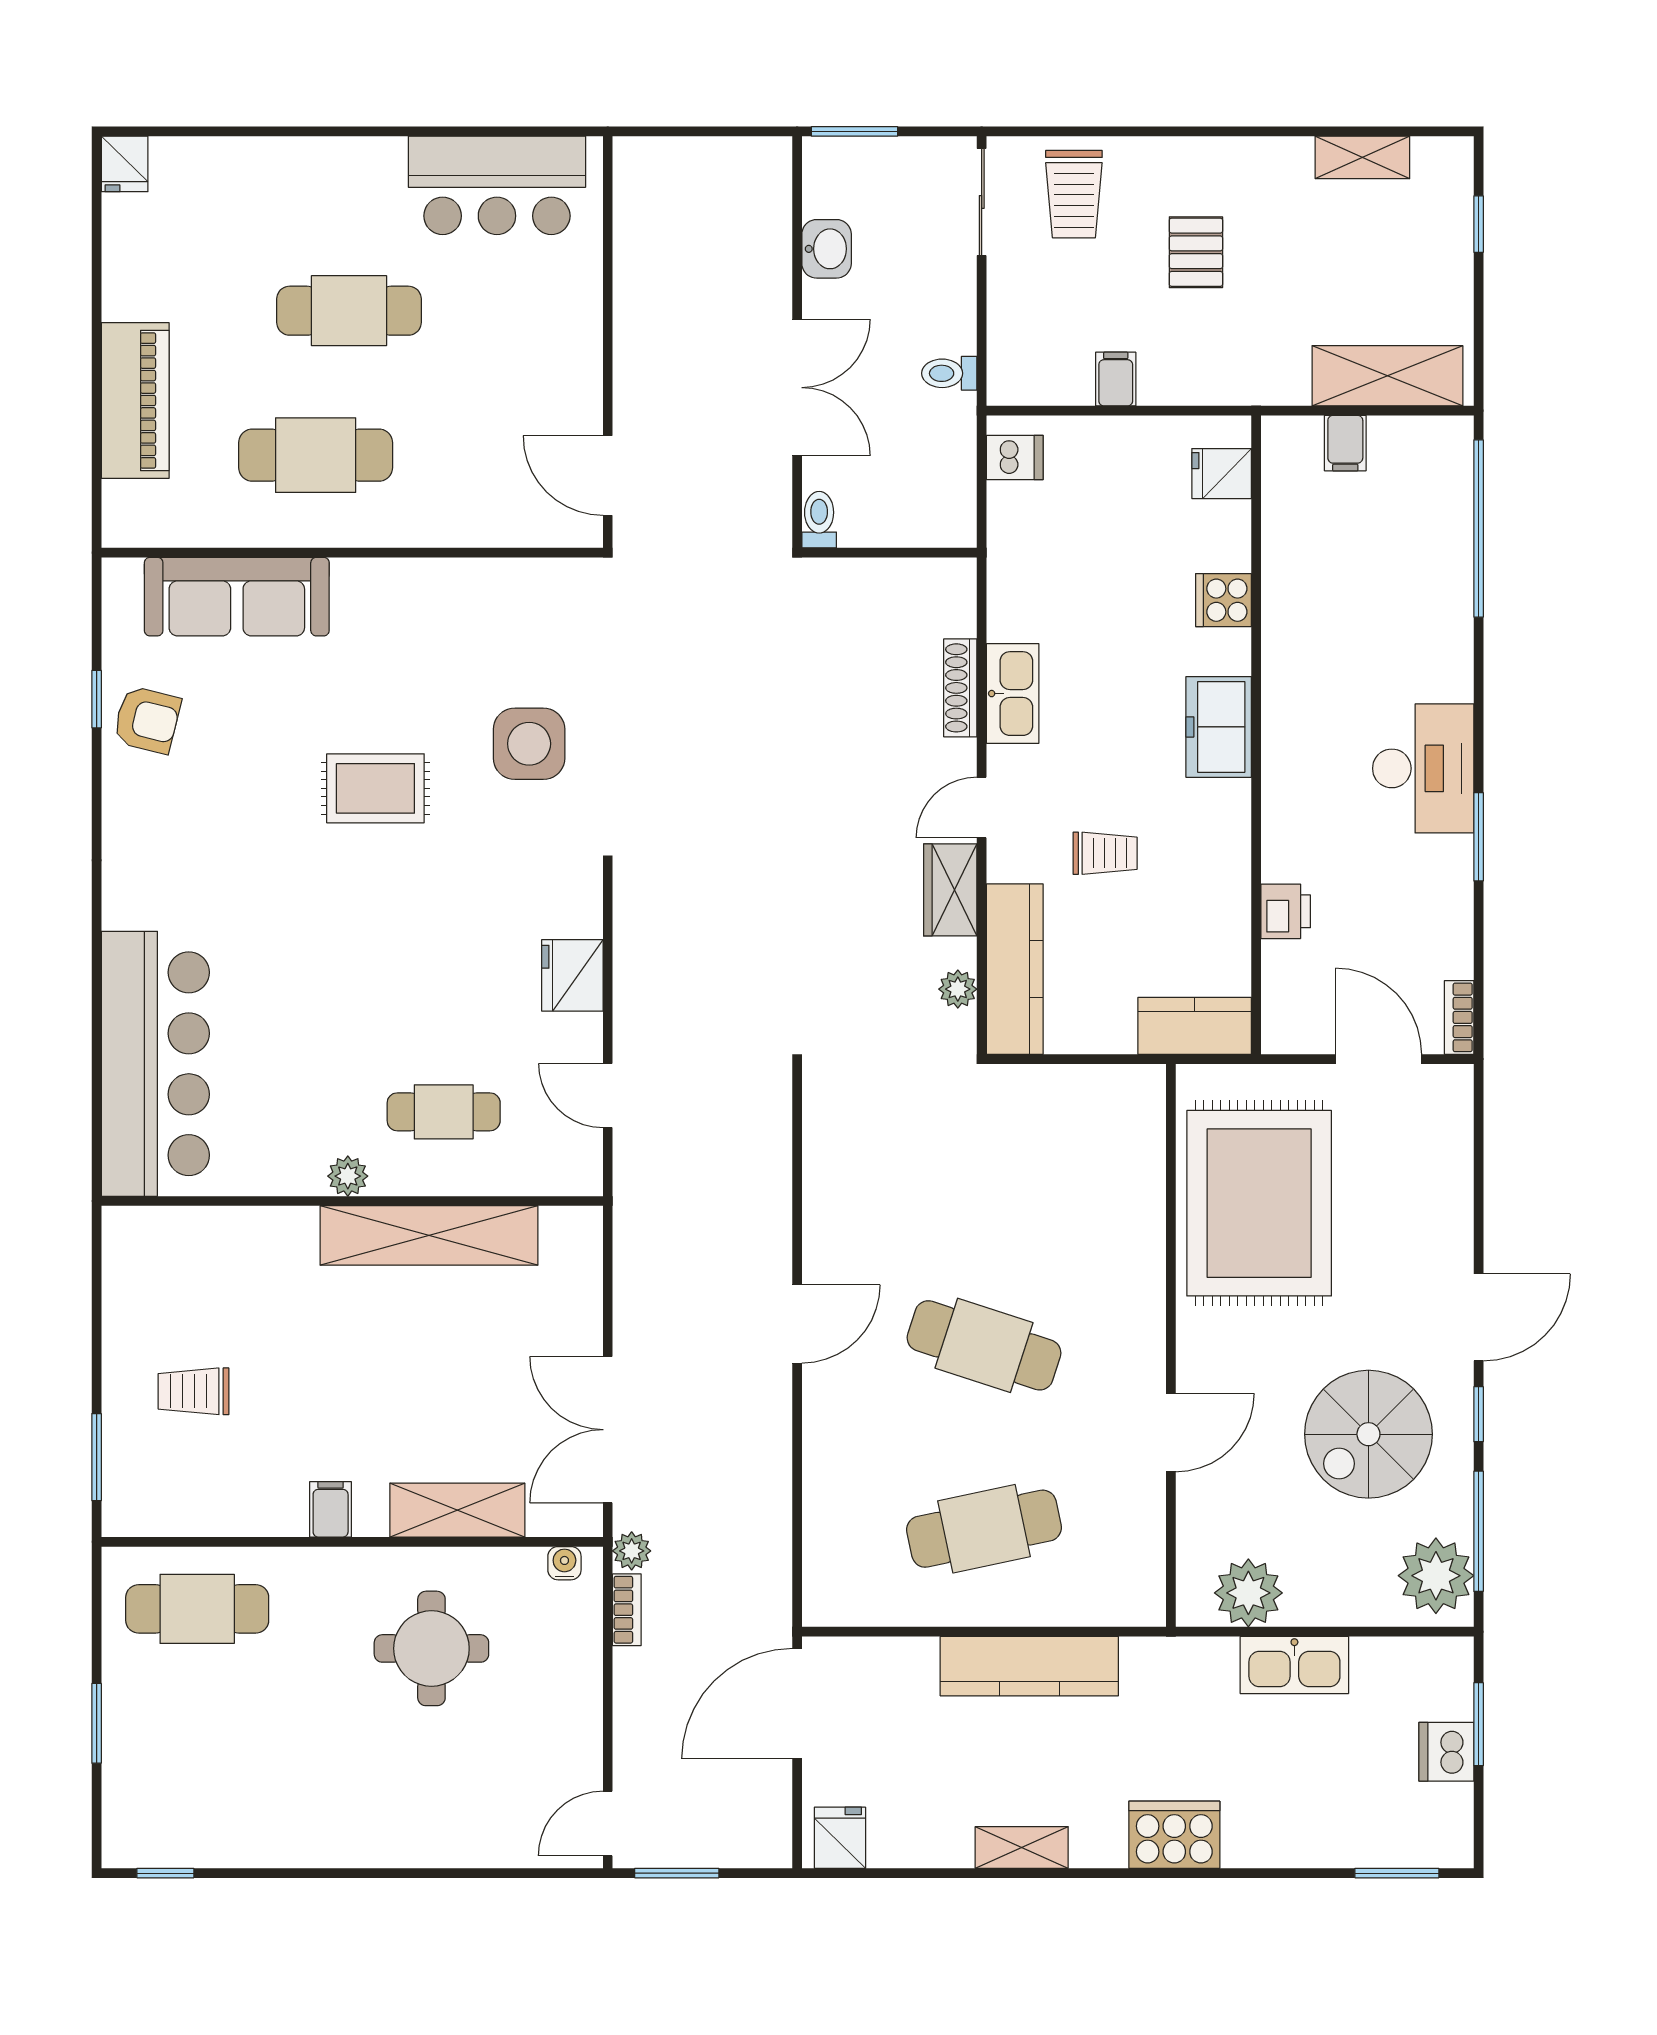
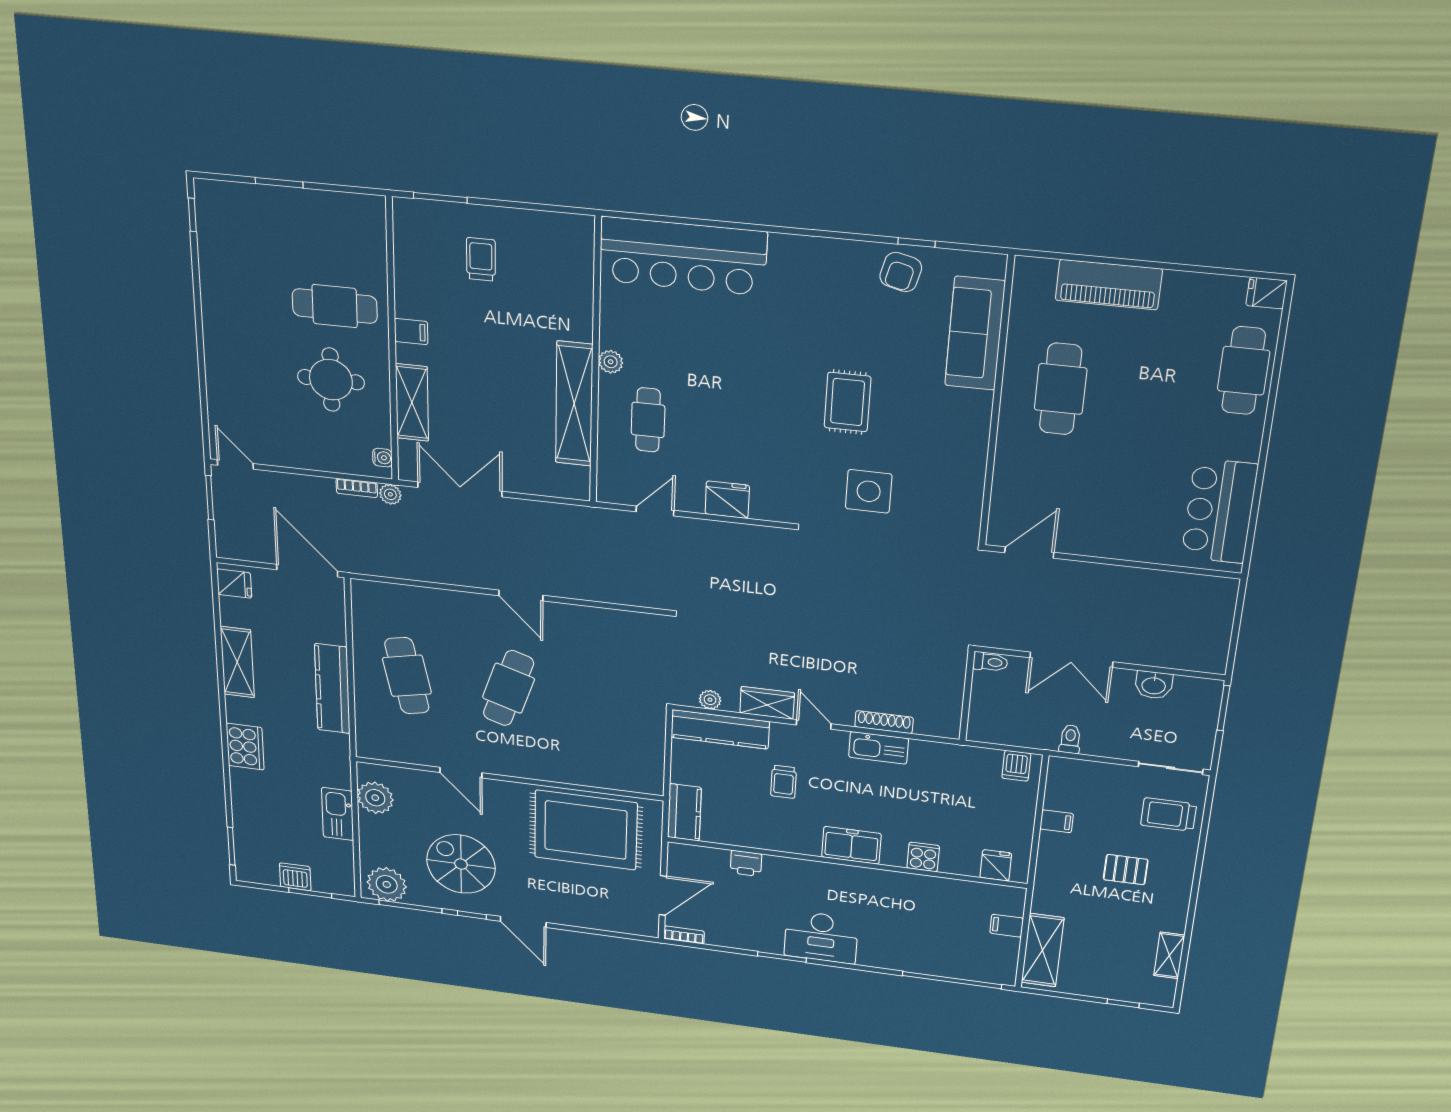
cafe table: (349, 311) -> (1244, 371), moved
cafe table: (197, 1609) -> (335, 306), moved, turned 90
shelving: (1022, 1847) -> (237, 662), width x1.50, depth x1.33

